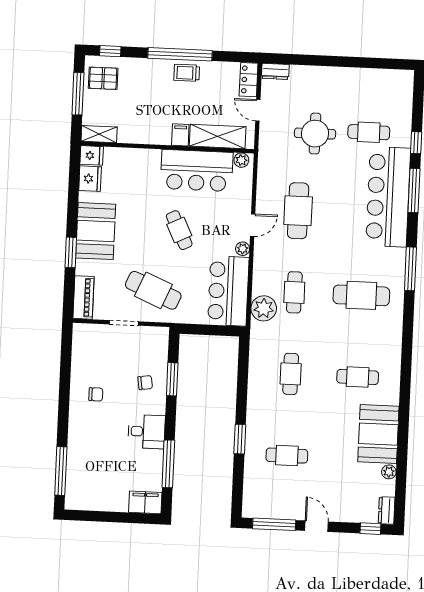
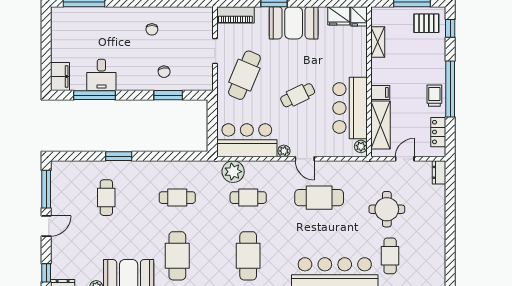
pallet: (103, 78) -> (426, 23), turned 90
locker: (249, 80) -> (438, 132), moved, turned -90
shelving: (99, 134) -> (378, 42), moved
cafe table: (358, 377) -> (177, 256), width x1.37, depth x1.35
desk: (147, 432) -> (101, 75), moved

